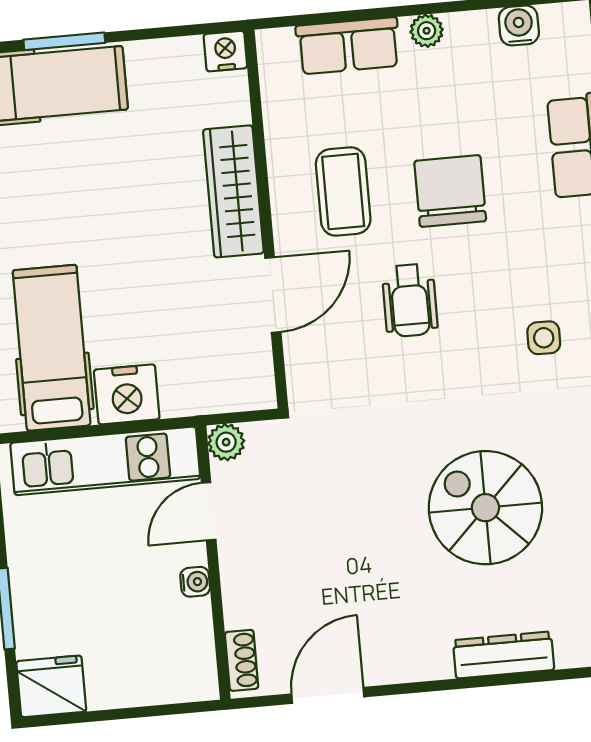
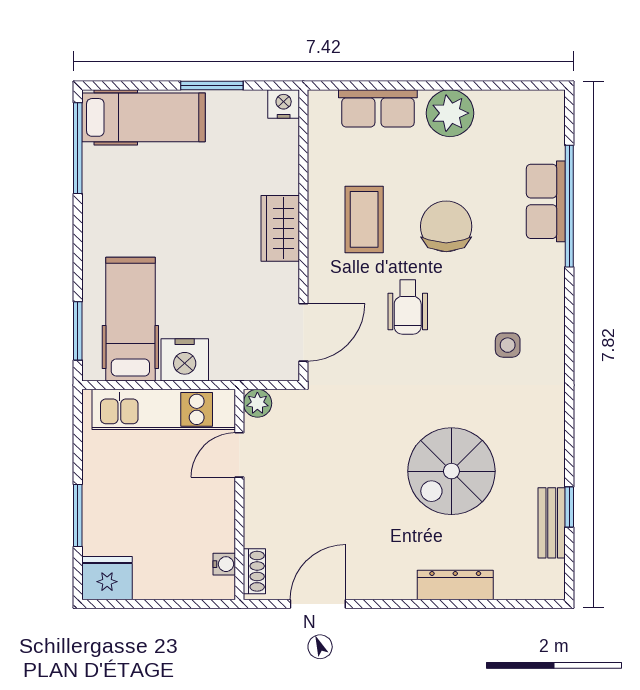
water cooler: (519, 25) -> (510, 104), removed
plant: (427, 31) -> (450, 113), width x1.88, depth x1.88
window: (64, 41) -> (212, 86), moved
wardrobe: (233, 191) -> (280, 228), width x0.67
door: (273, 295) -> (303, 332), moved
spiral stairs: (485, 508) -> (451, 471), turned -90
water cooler: (195, 582) -> (224, 564), moved

